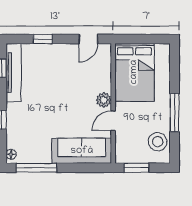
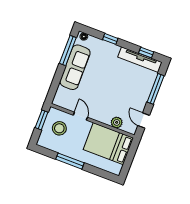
window: (43, 39) -> (156, 89), width x2.17
plant: (104, 100) -> (117, 122), moved
stool: (158, 142) -> (59, 128), moved
sofa: (82, 151) -> (75, 67), moved

